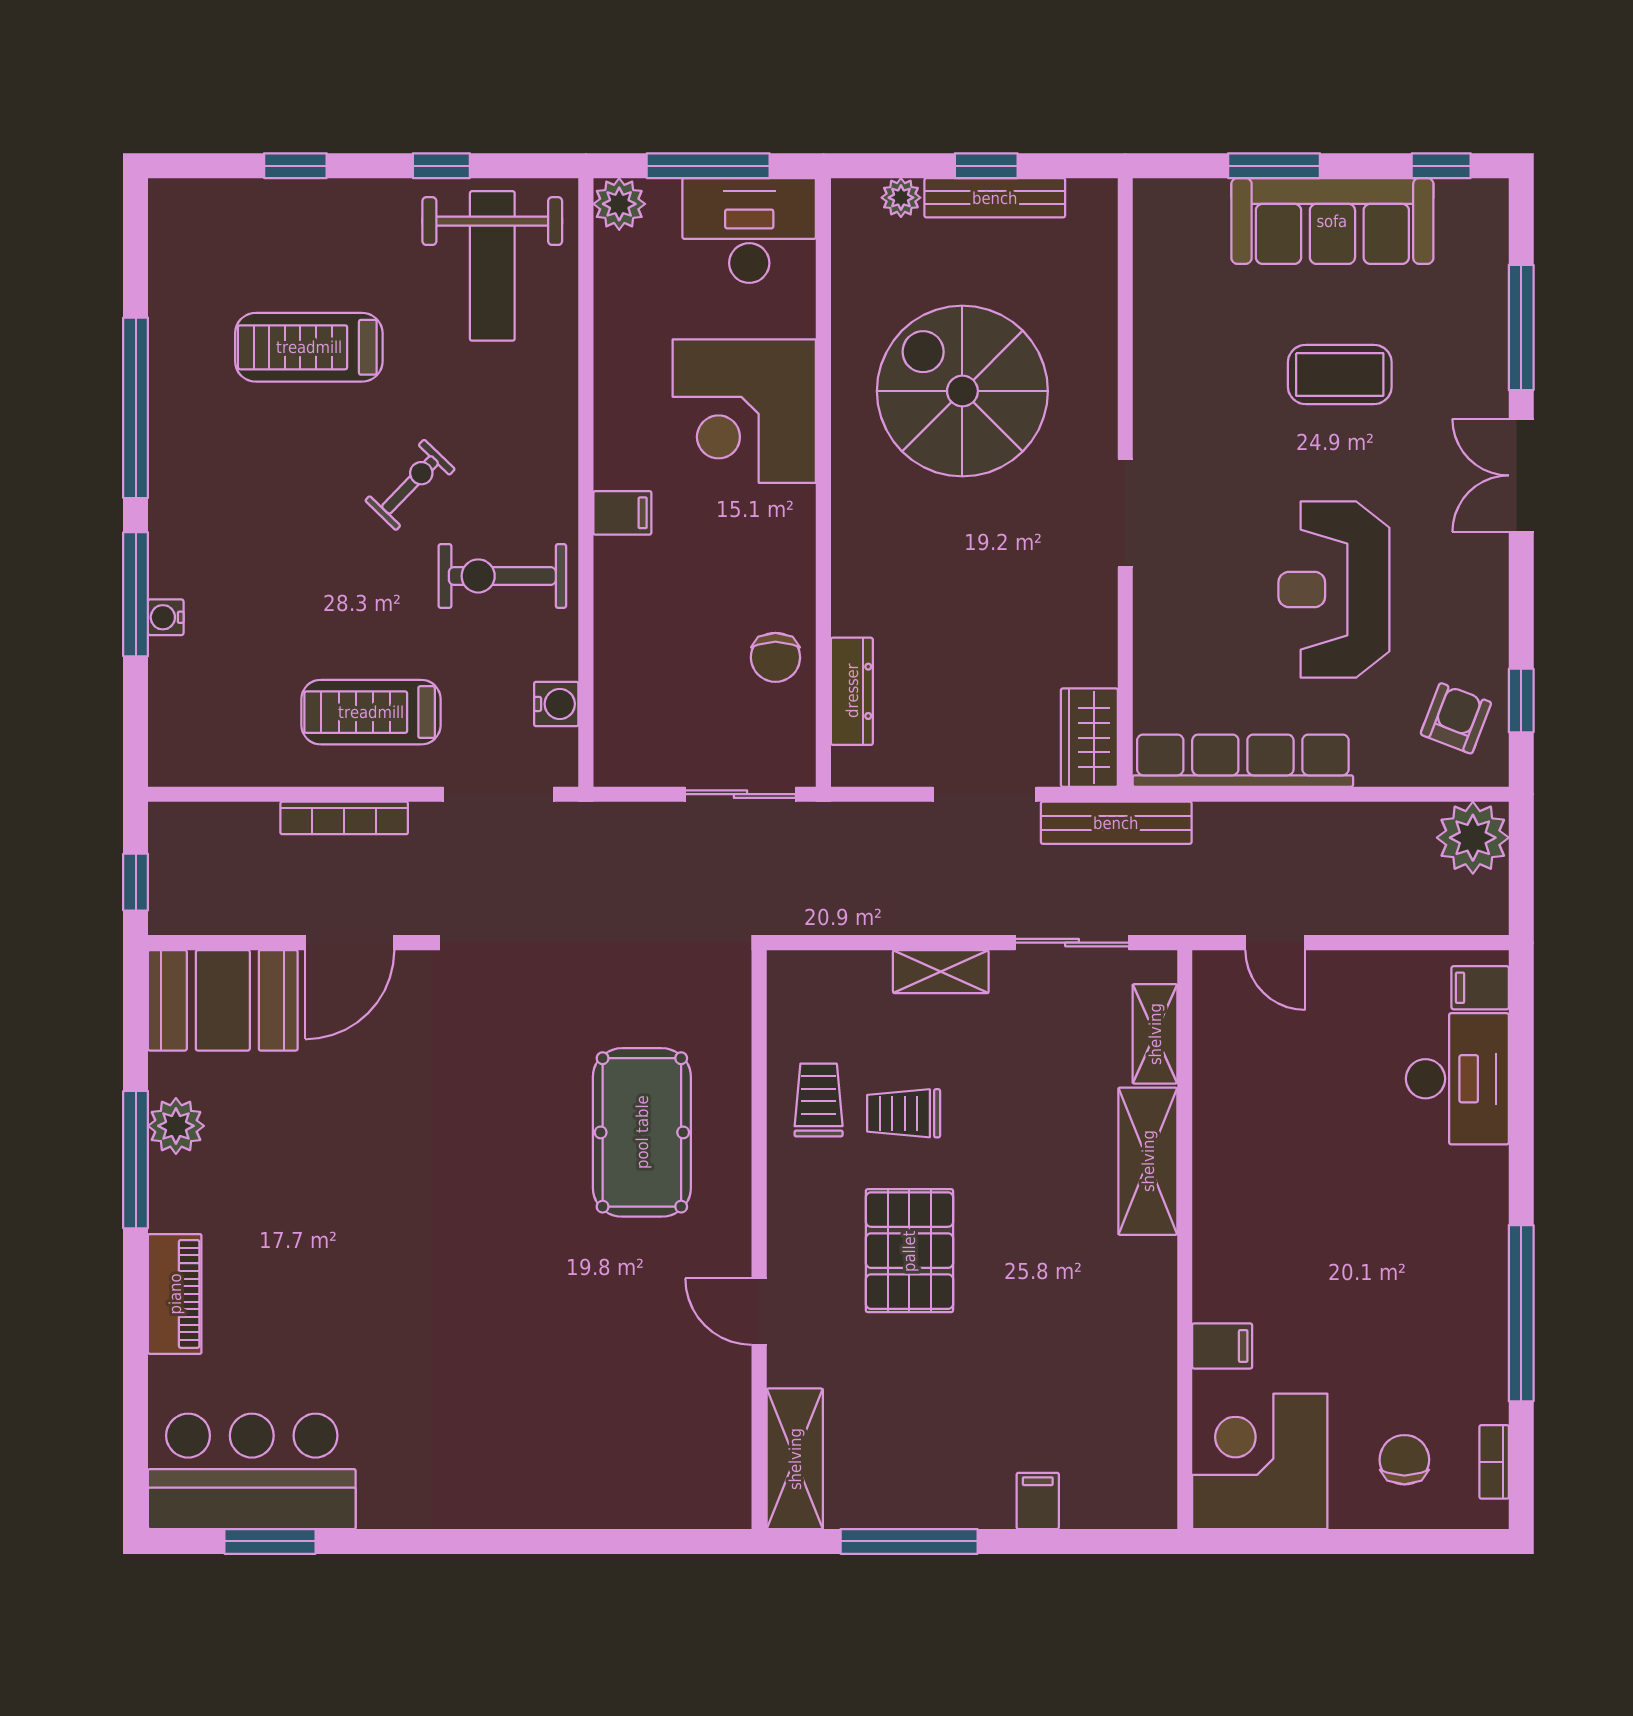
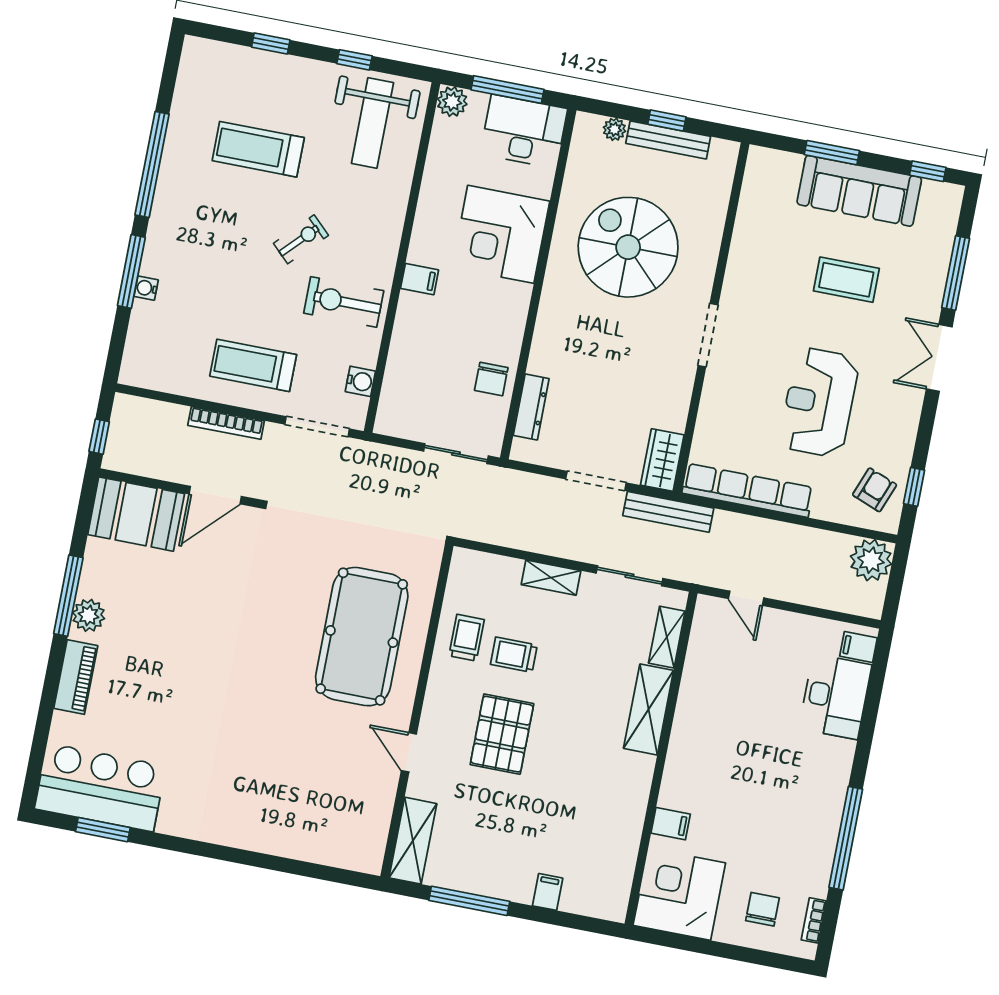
plant: (176, 1126) -> (89, 615), moved
pool table: (642, 1132) -> (362, 637), width x1.36, depth x1.32

